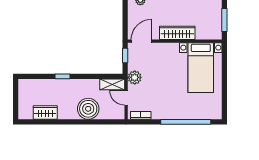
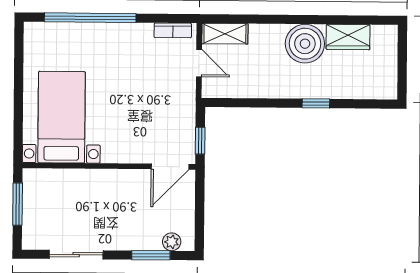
wardrobe: (177, 33) -> (104, 181), removed
plant: (135, 77) -> (183, 100), removed
shelving: (112, 84) -> (225, 34), moved
boiler: (88, 109) -> (305, 44), moved

